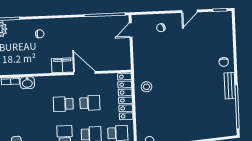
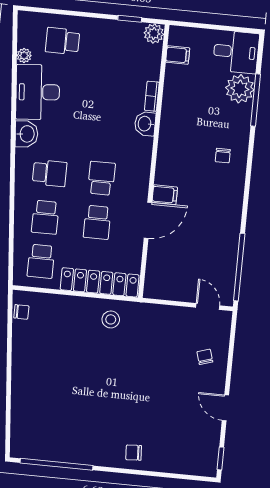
filing cabinet: (62, 65) -> (165, 195), width x0.50
bench: (230, 86) -> (93, 457), removed

